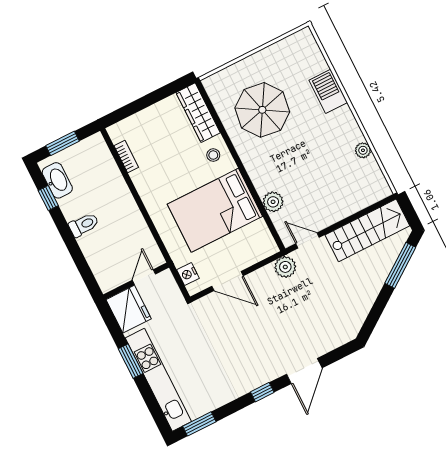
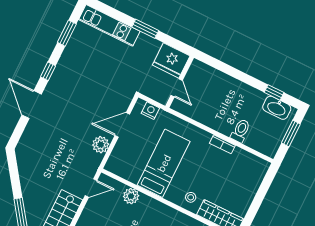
bookcase: (126, 157) -> (222, 144), moved
bed: (215, 210) -> (164, 163), width x0.67
toilet: (84, 225) -> (241, 131), moved, turned 180
plant: (285, 267) -> (101, 145), moved
kitchen unit: (158, 380) -> (109, 25), width x0.73
window: (199, 424) -> (67, 33), moved

